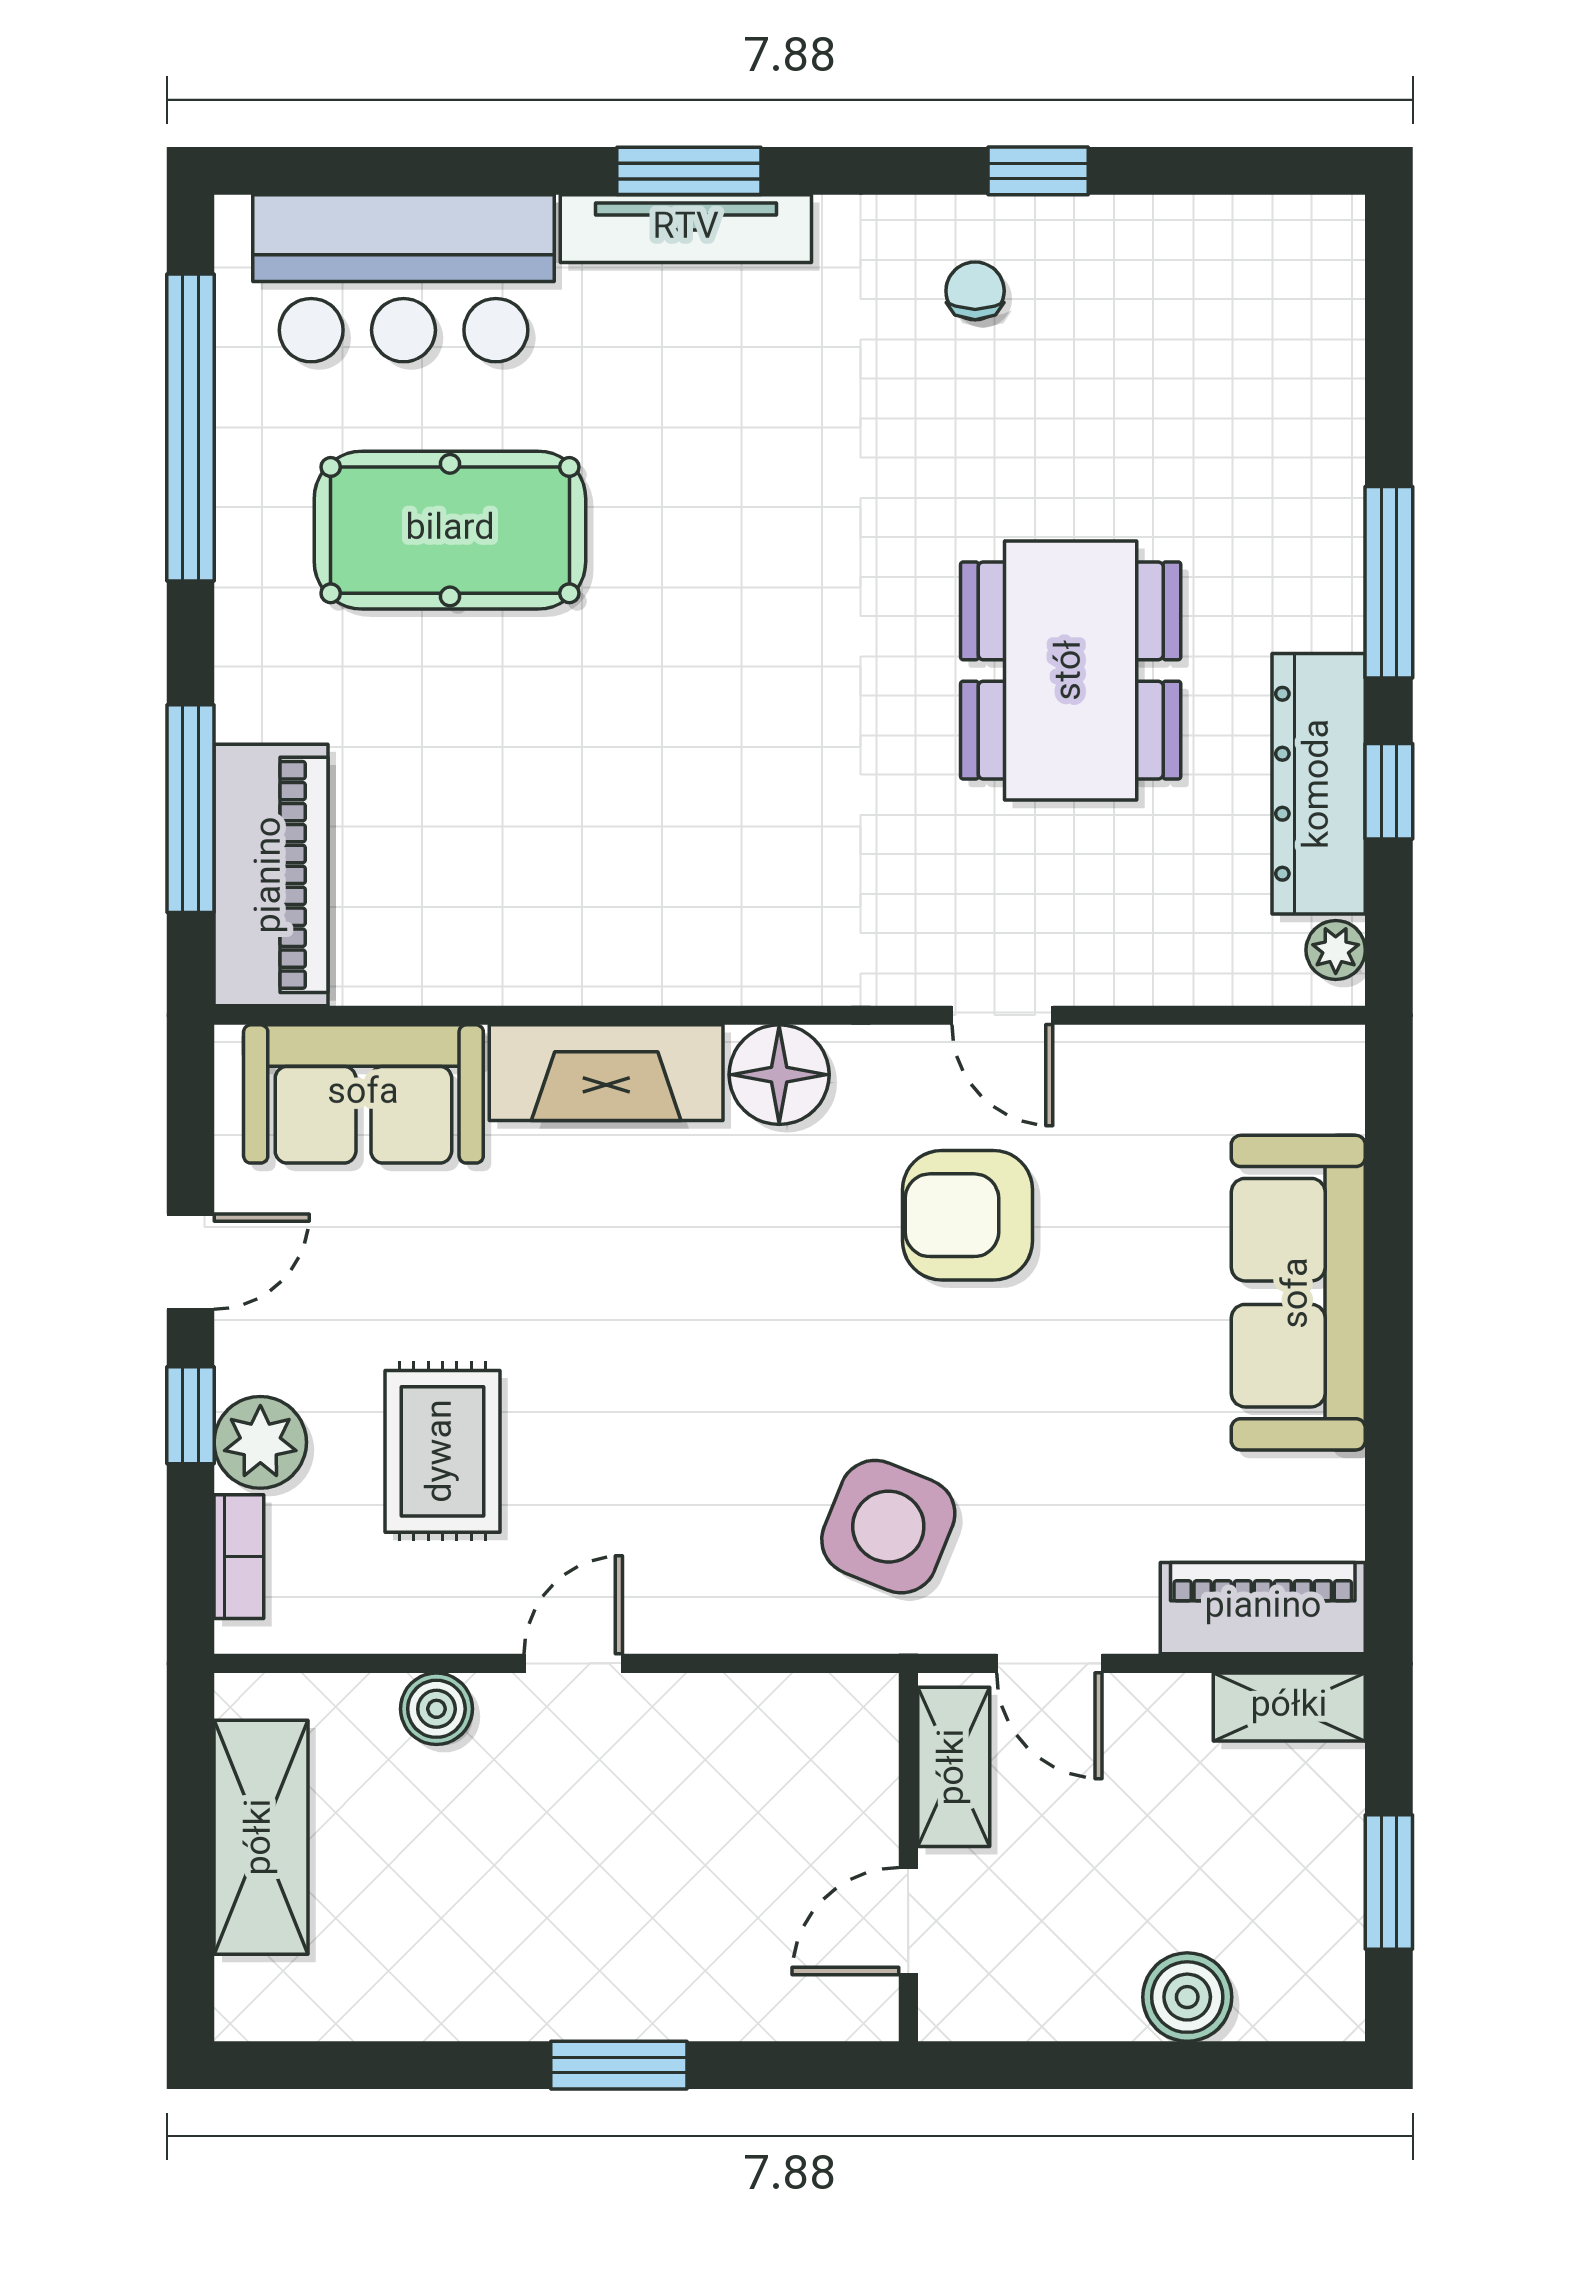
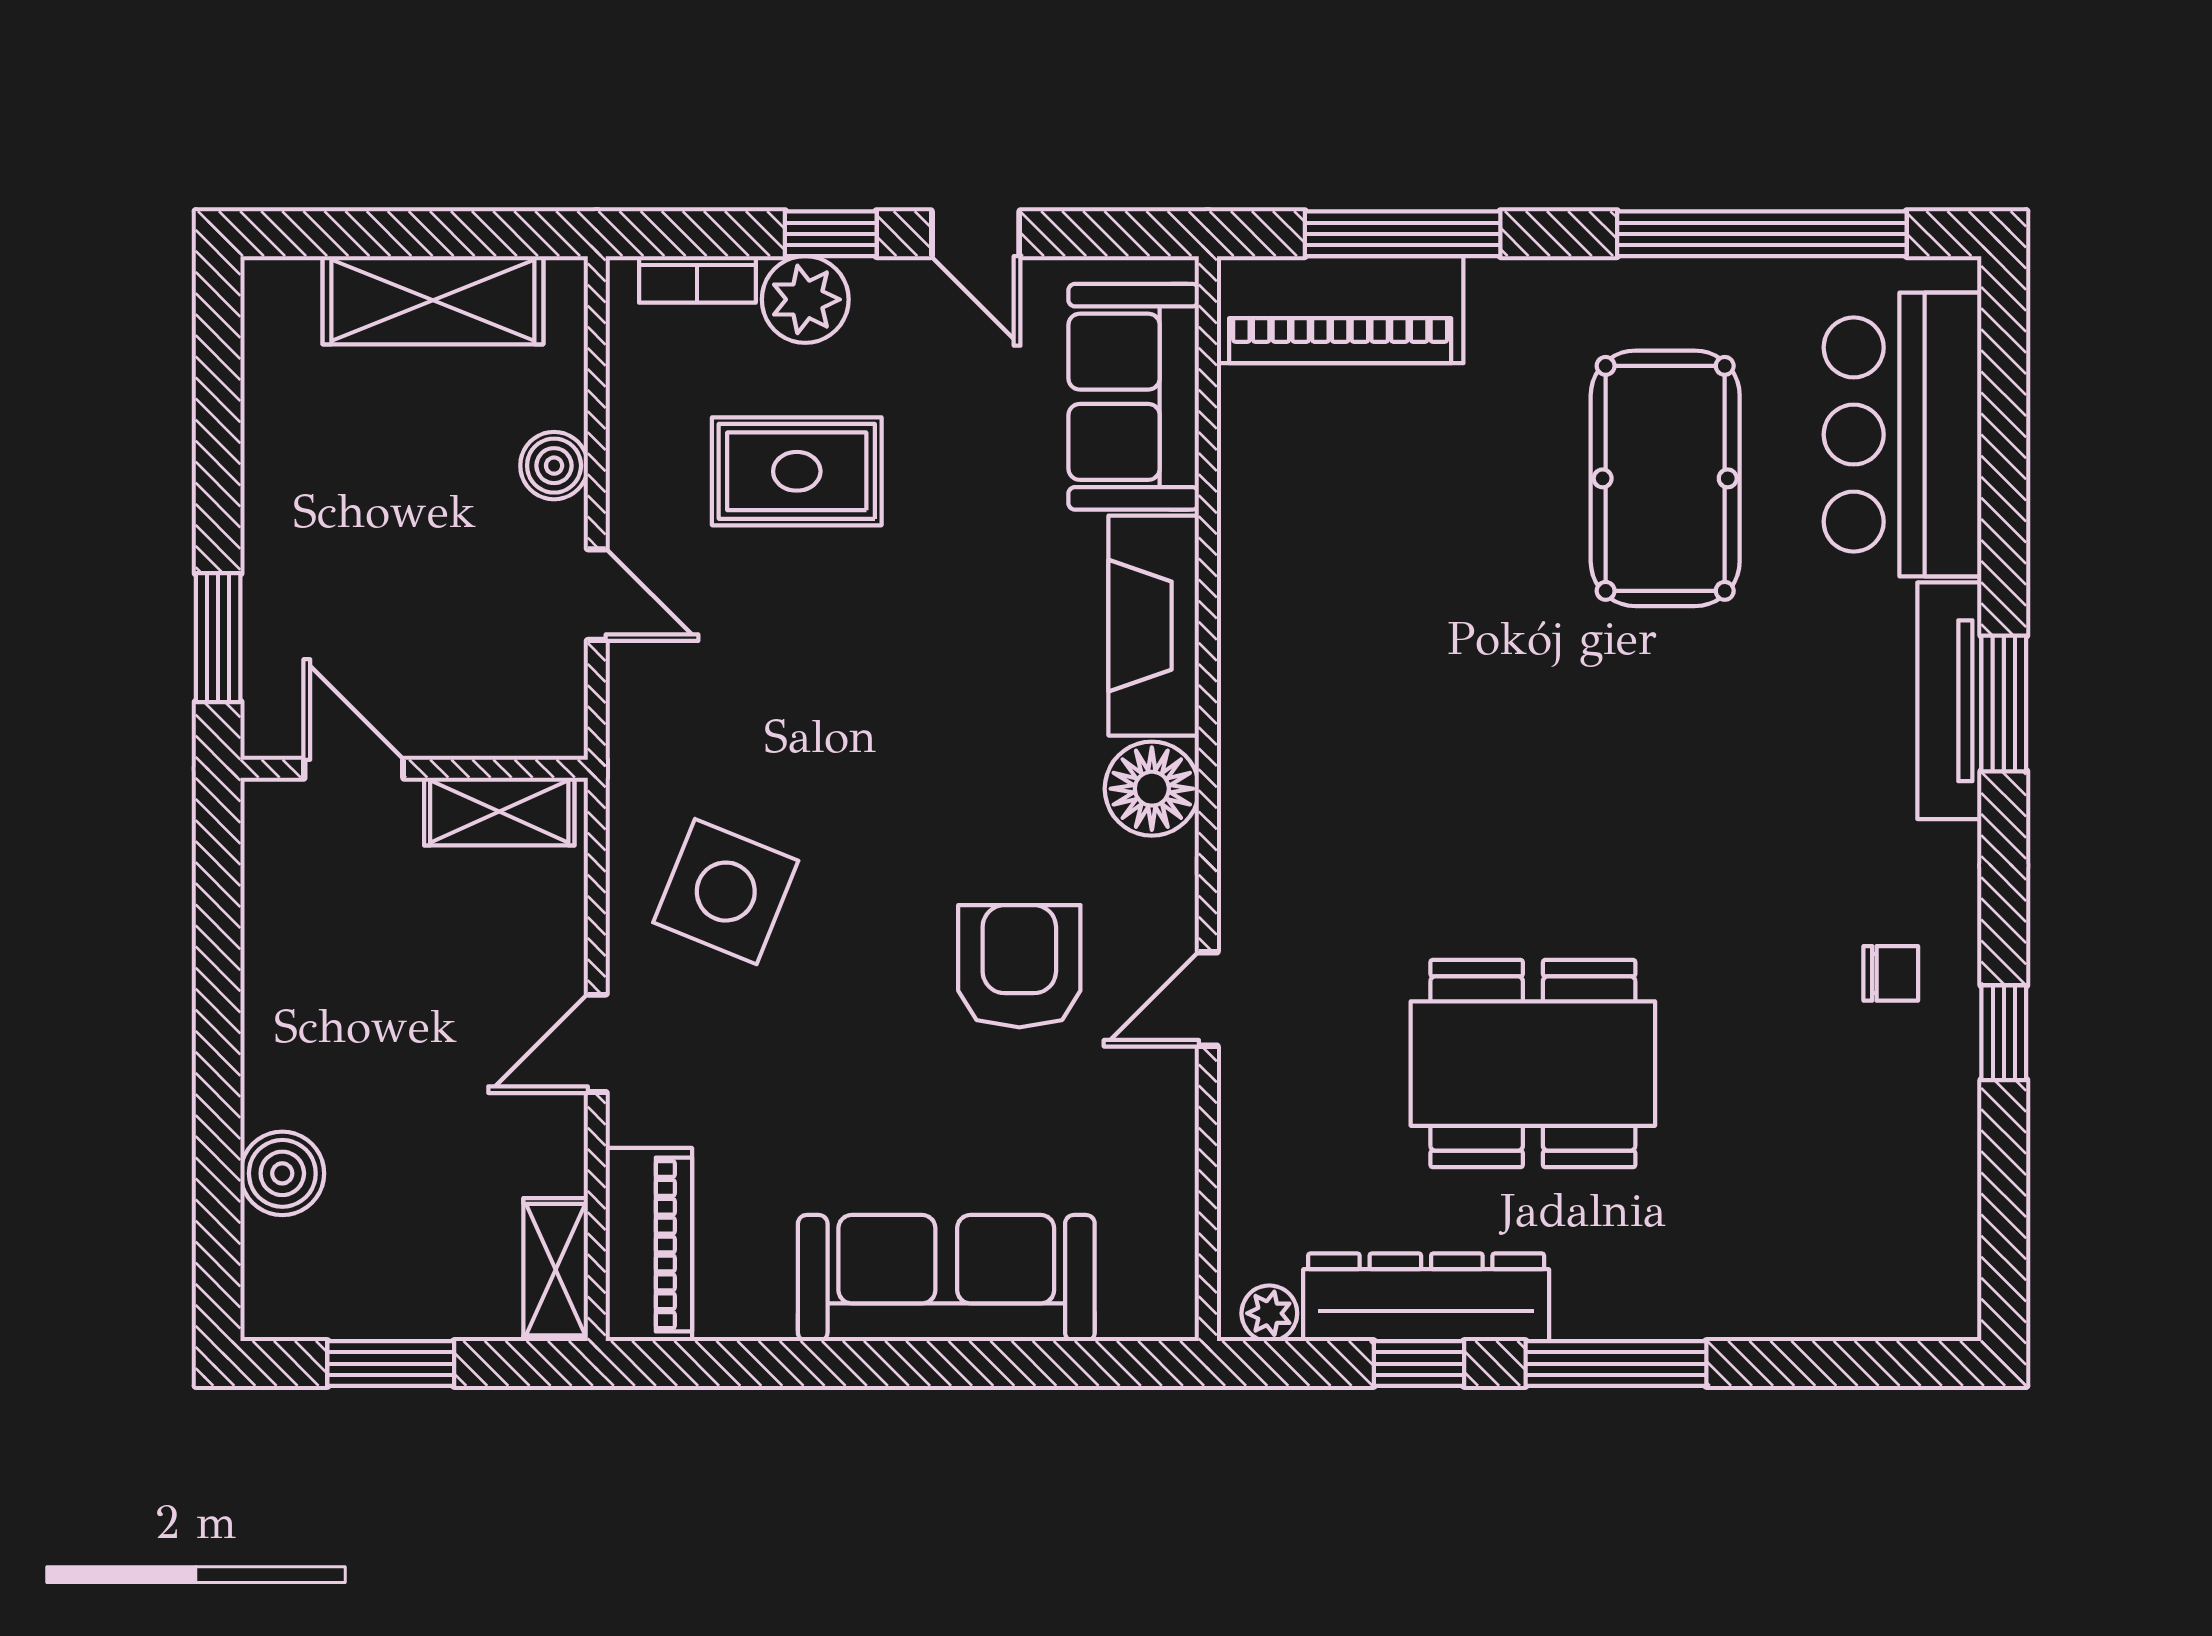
shelving: (954, 1767) -> (499, 812), moved
wall: (908, 1857) -> (414, 769), moved
door: (908, 1921) -> (354, 769), moved

